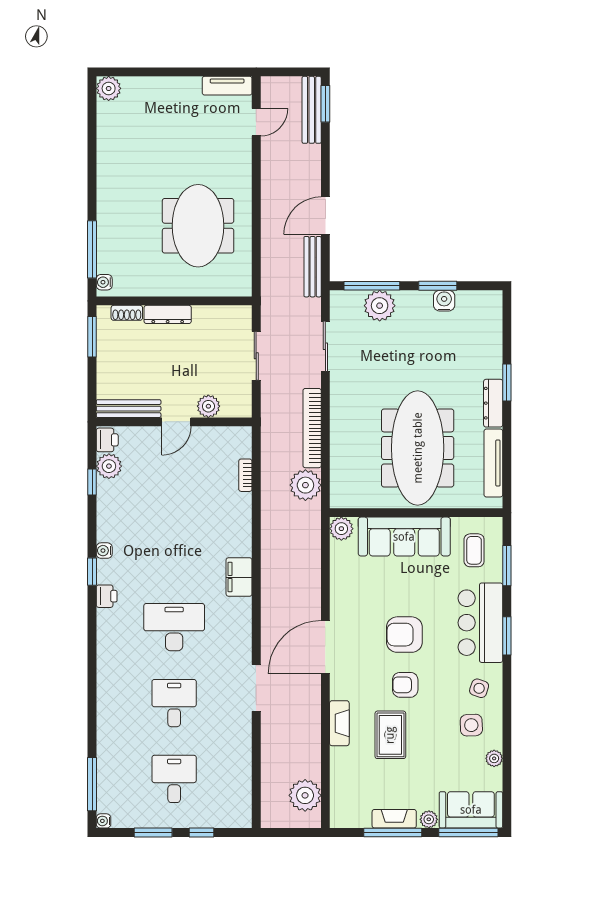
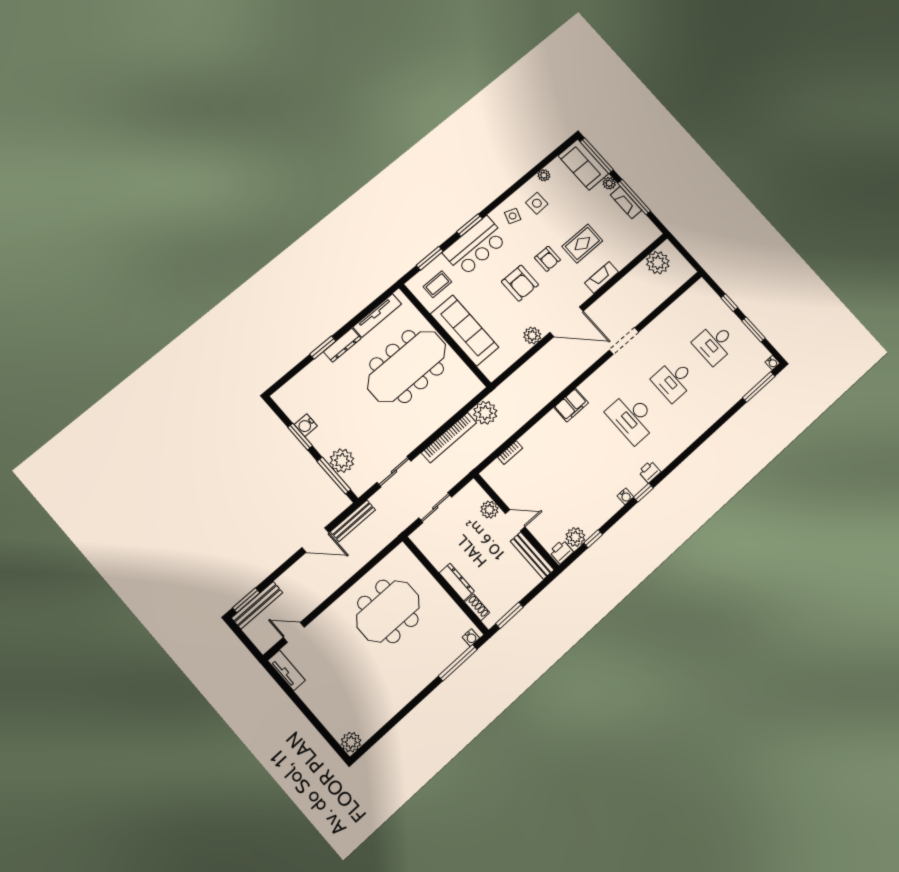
plant: (341, 529) -> (532, 335), moved

